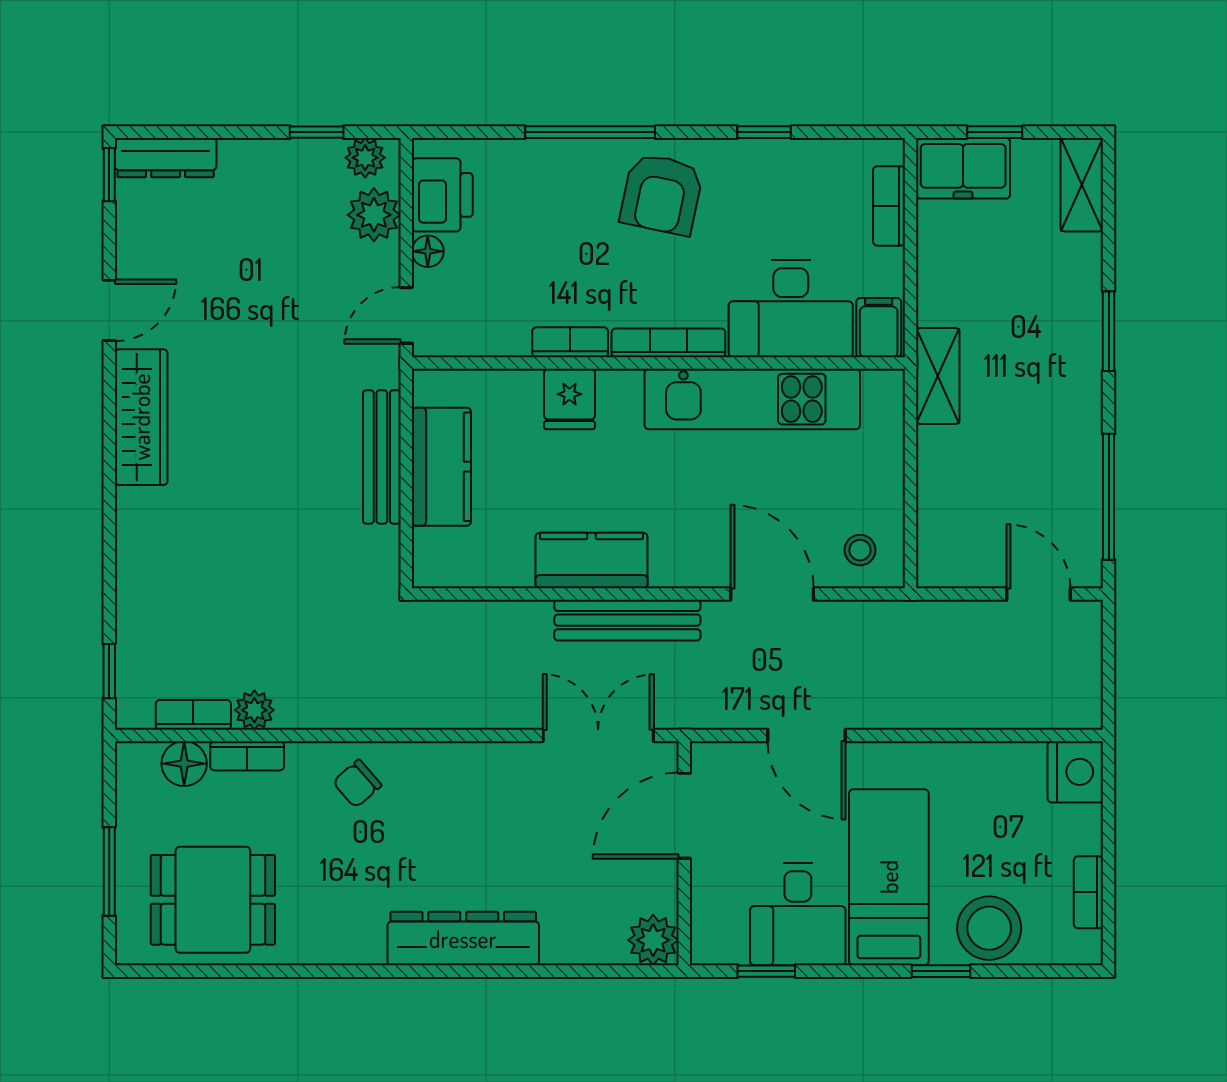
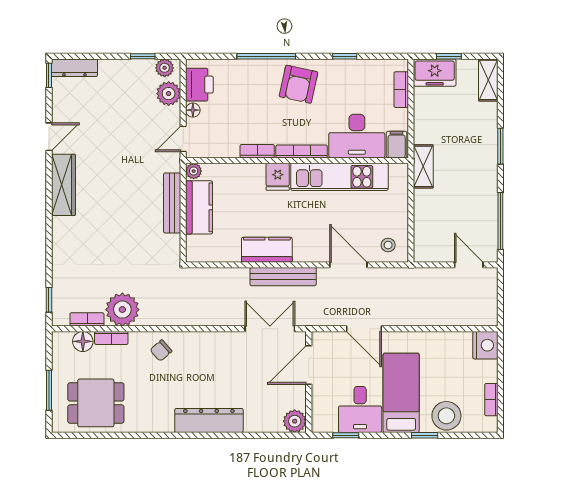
plant: (429, 386) -> (194, 171), added
fridge: (569, 399) -> (278, 177), moved
plant: (254, 710) -> (122, 310), width x1.88, depth x1.88

